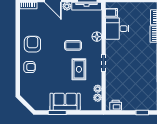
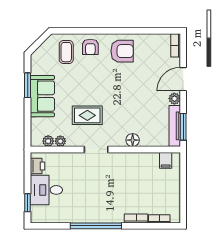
desk: (117, 29) -> (46, 190), moved, turned -90
coffee table: (73, 45) -> (66, 52), moved

